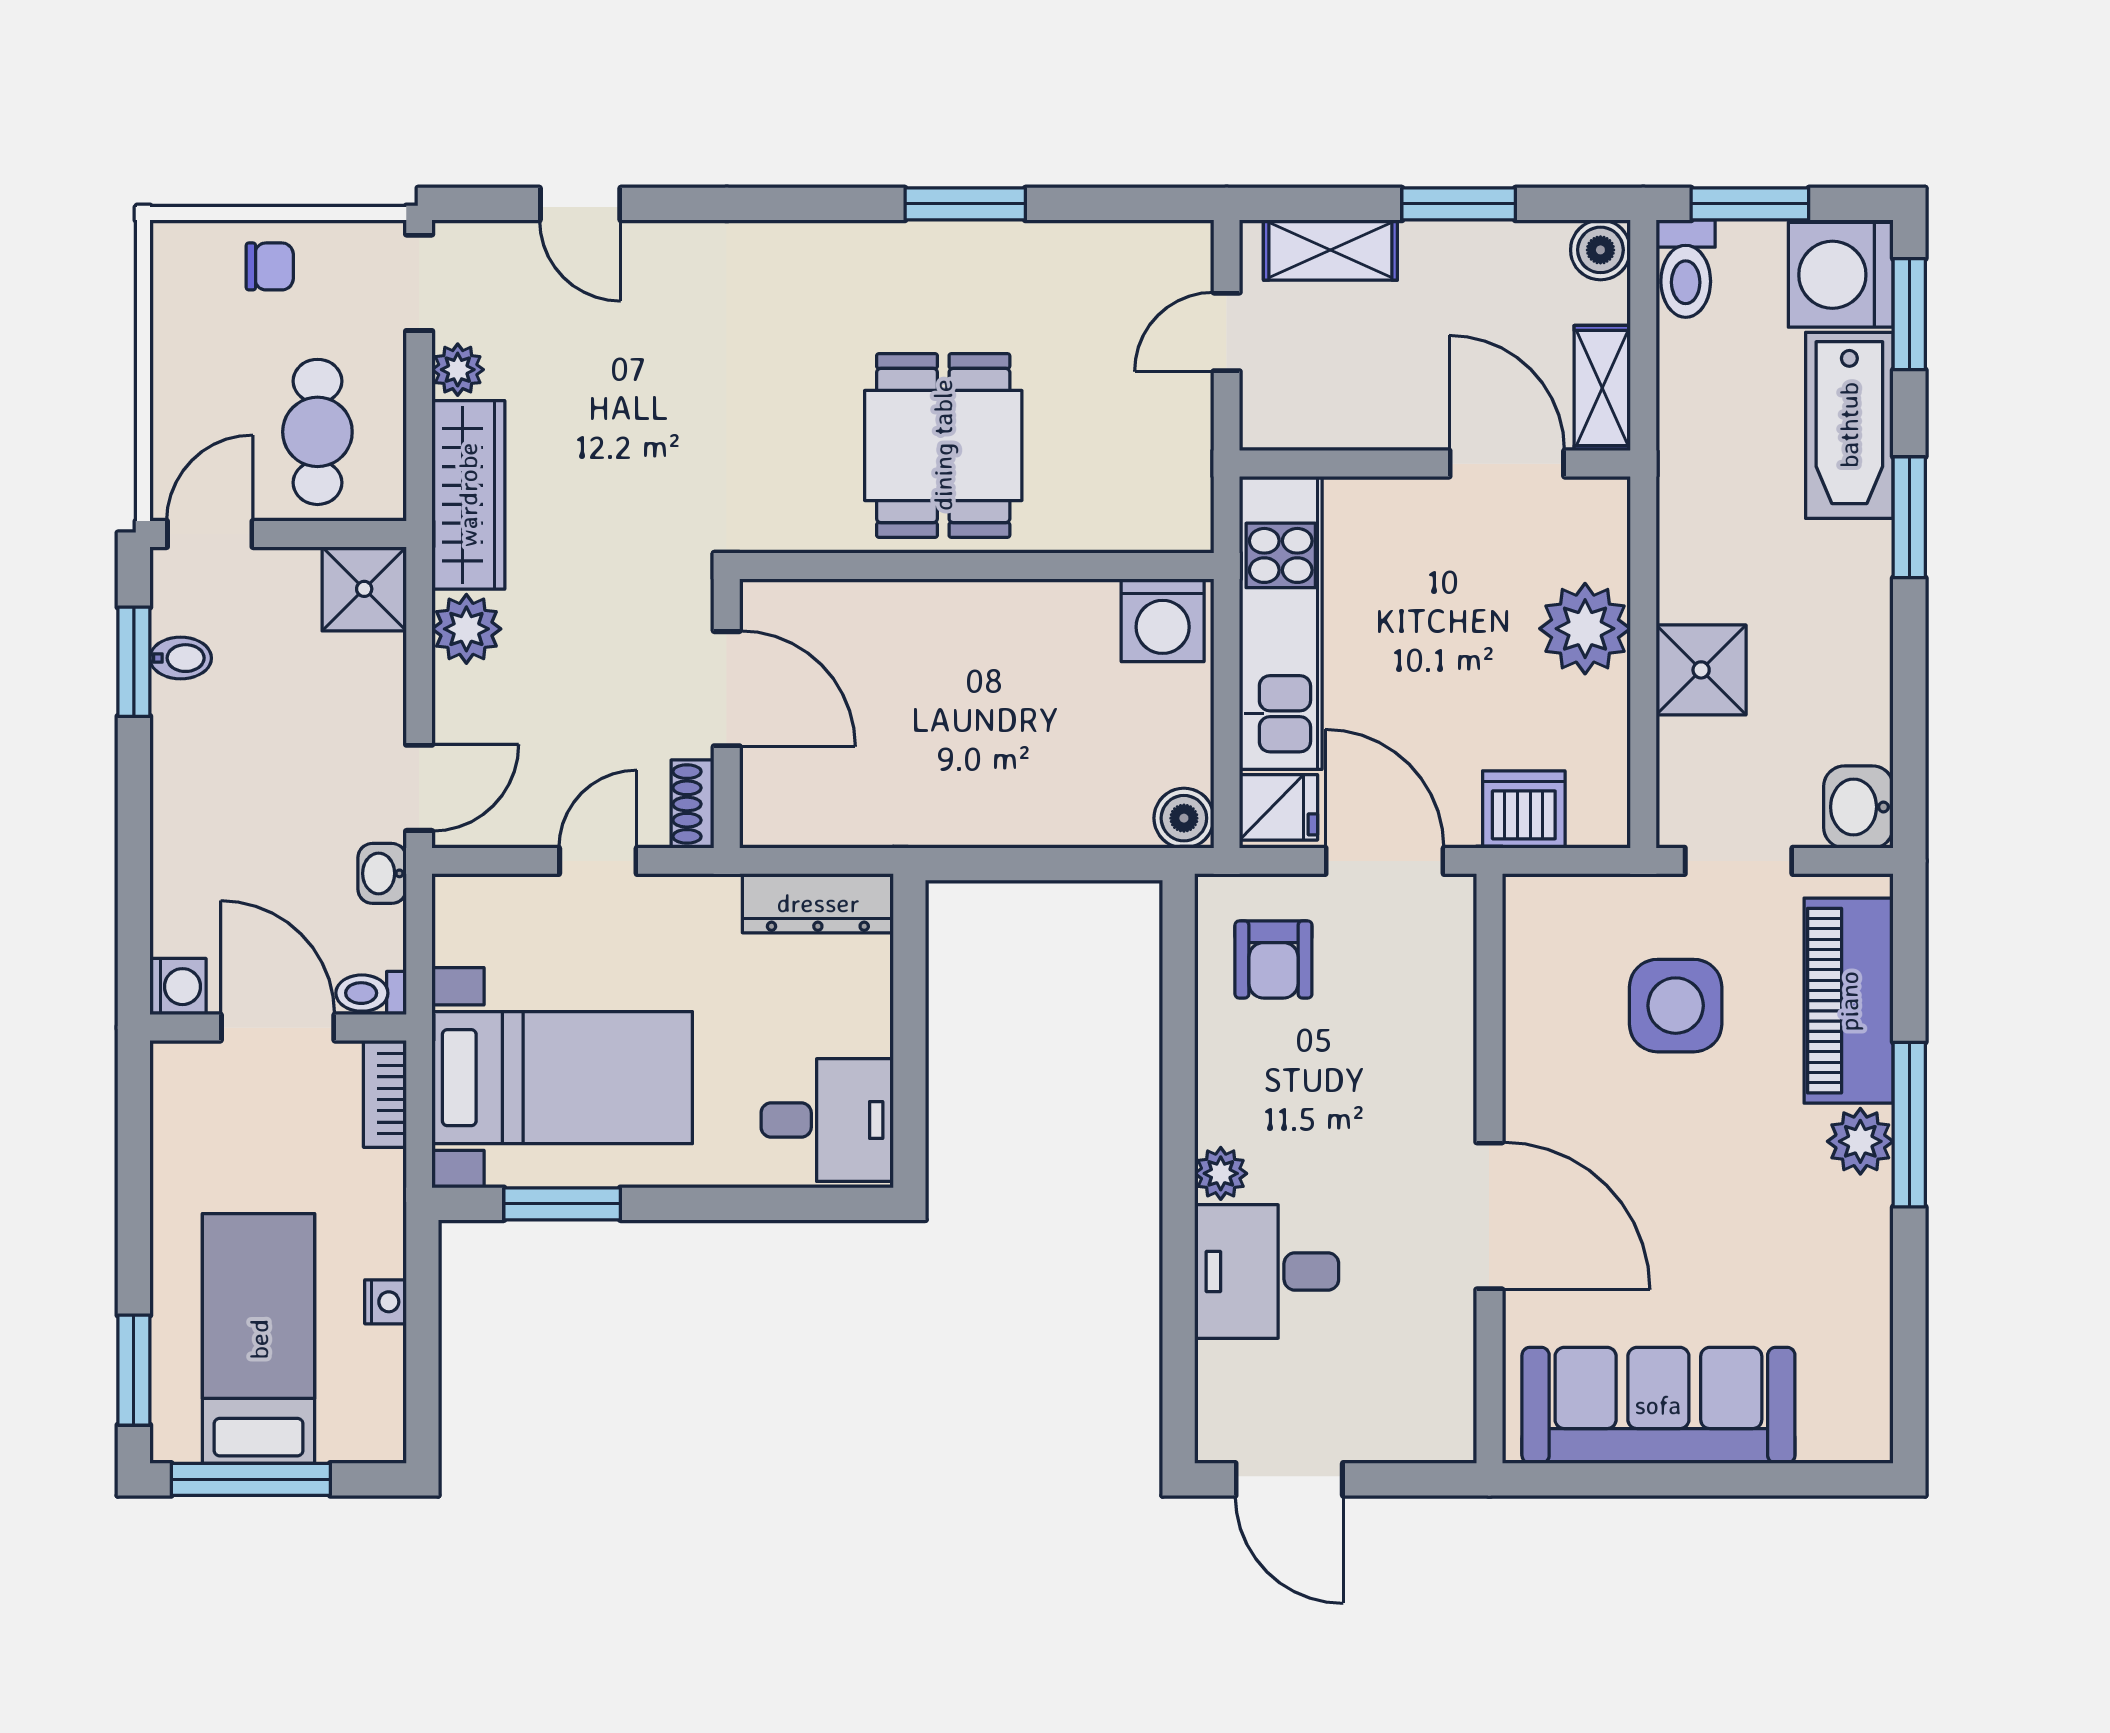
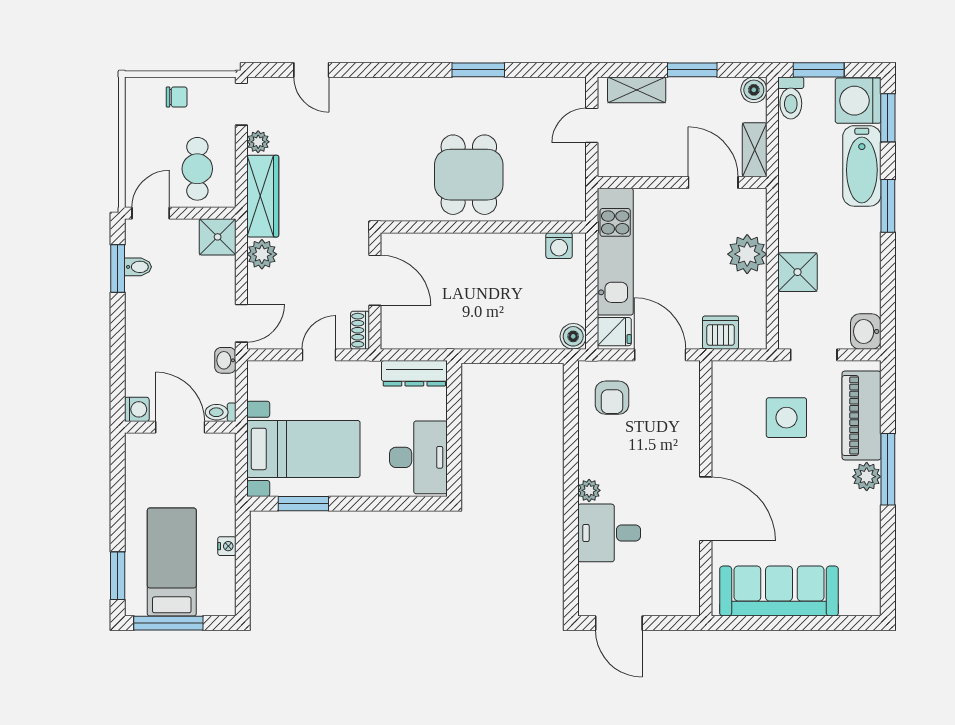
washing machine: (1163, 620) -> (559, 246), width x0.73, depth x0.73
bookcase: (385, 1094) -> (227, 456), removed
desk: (827, 1120) -> (418, 457), width x1.37

